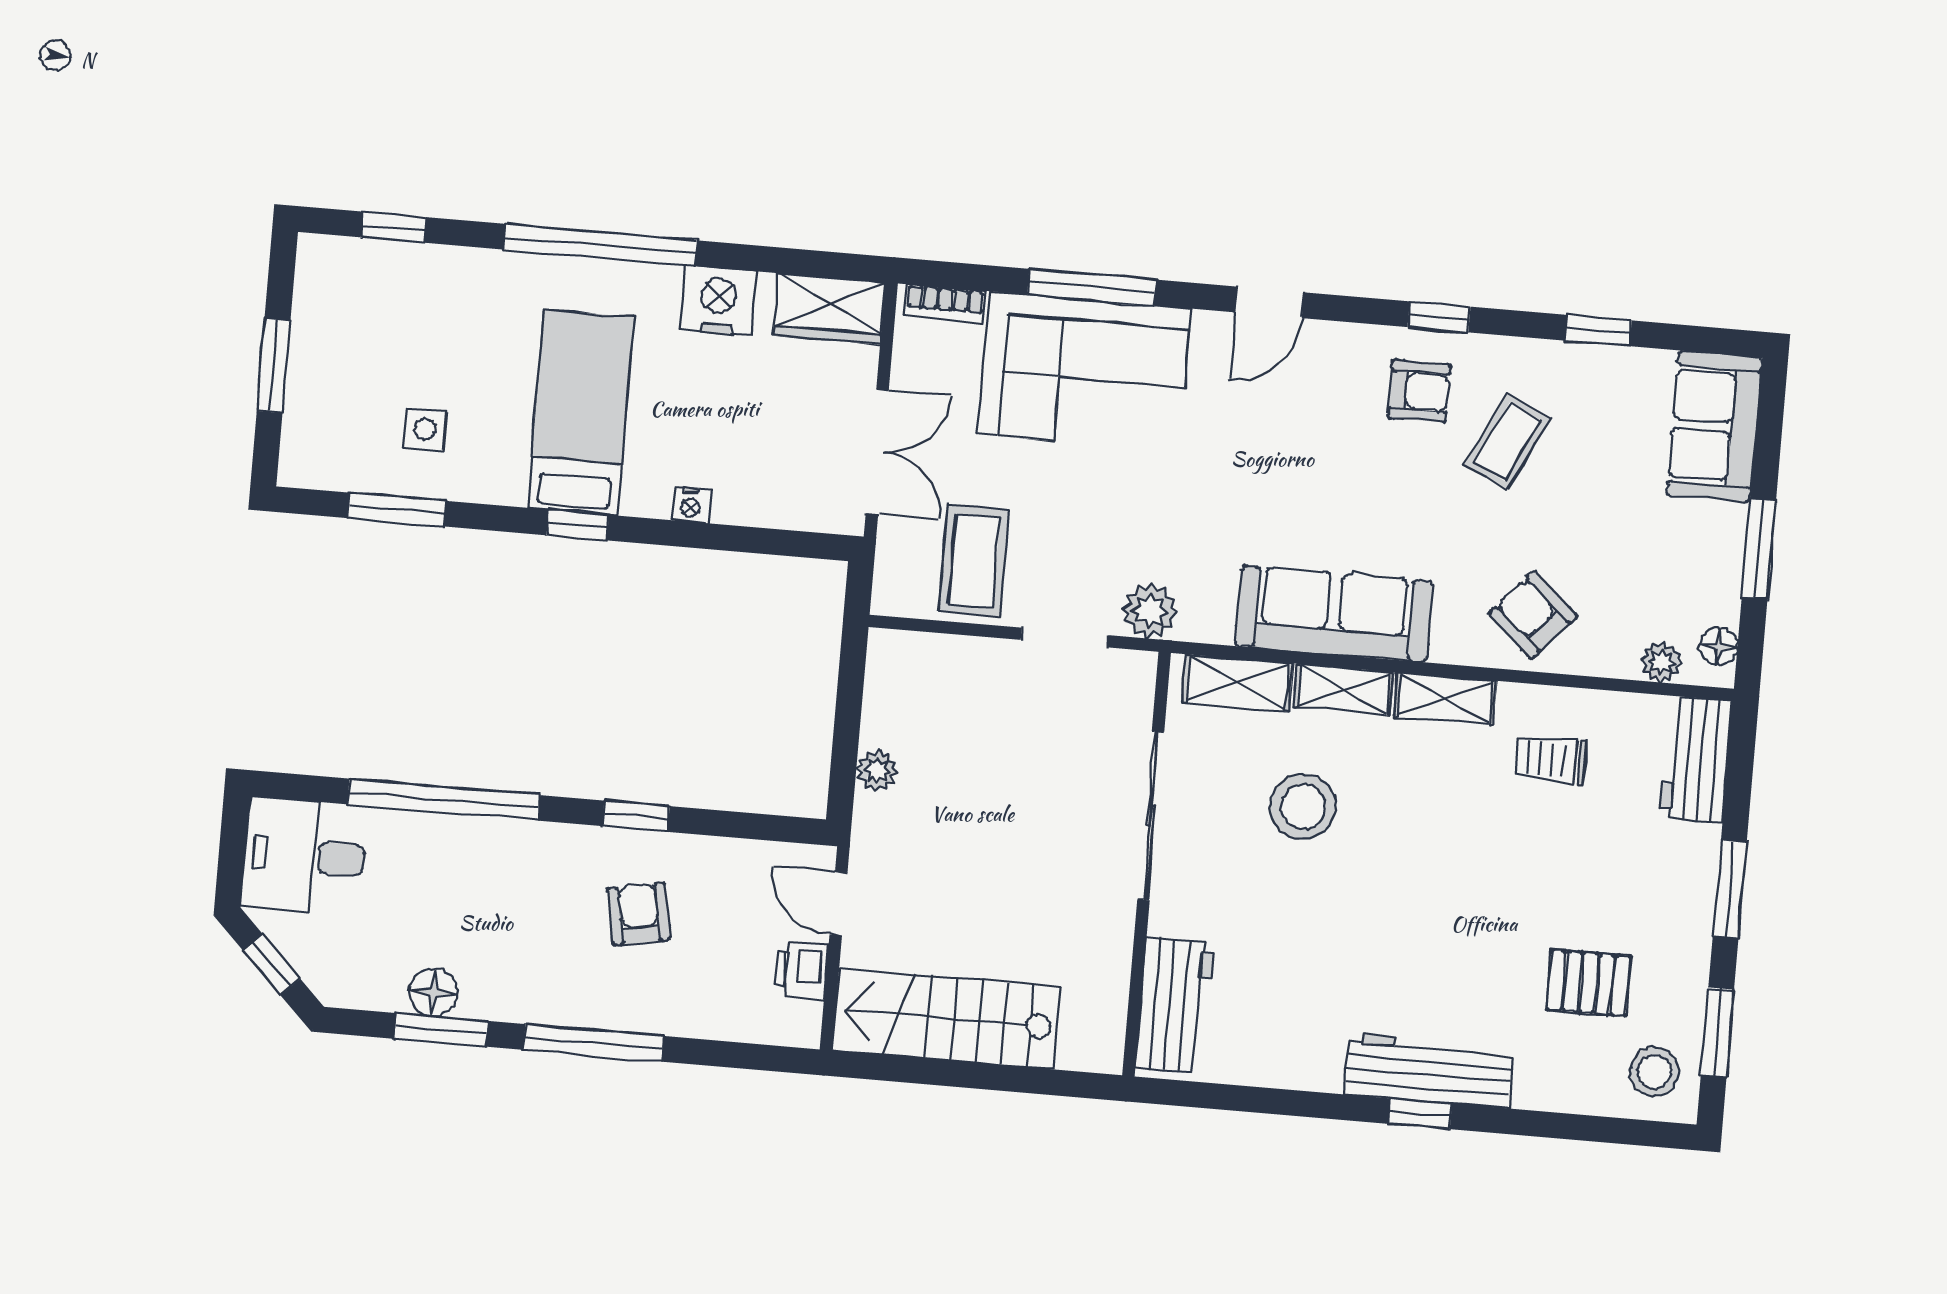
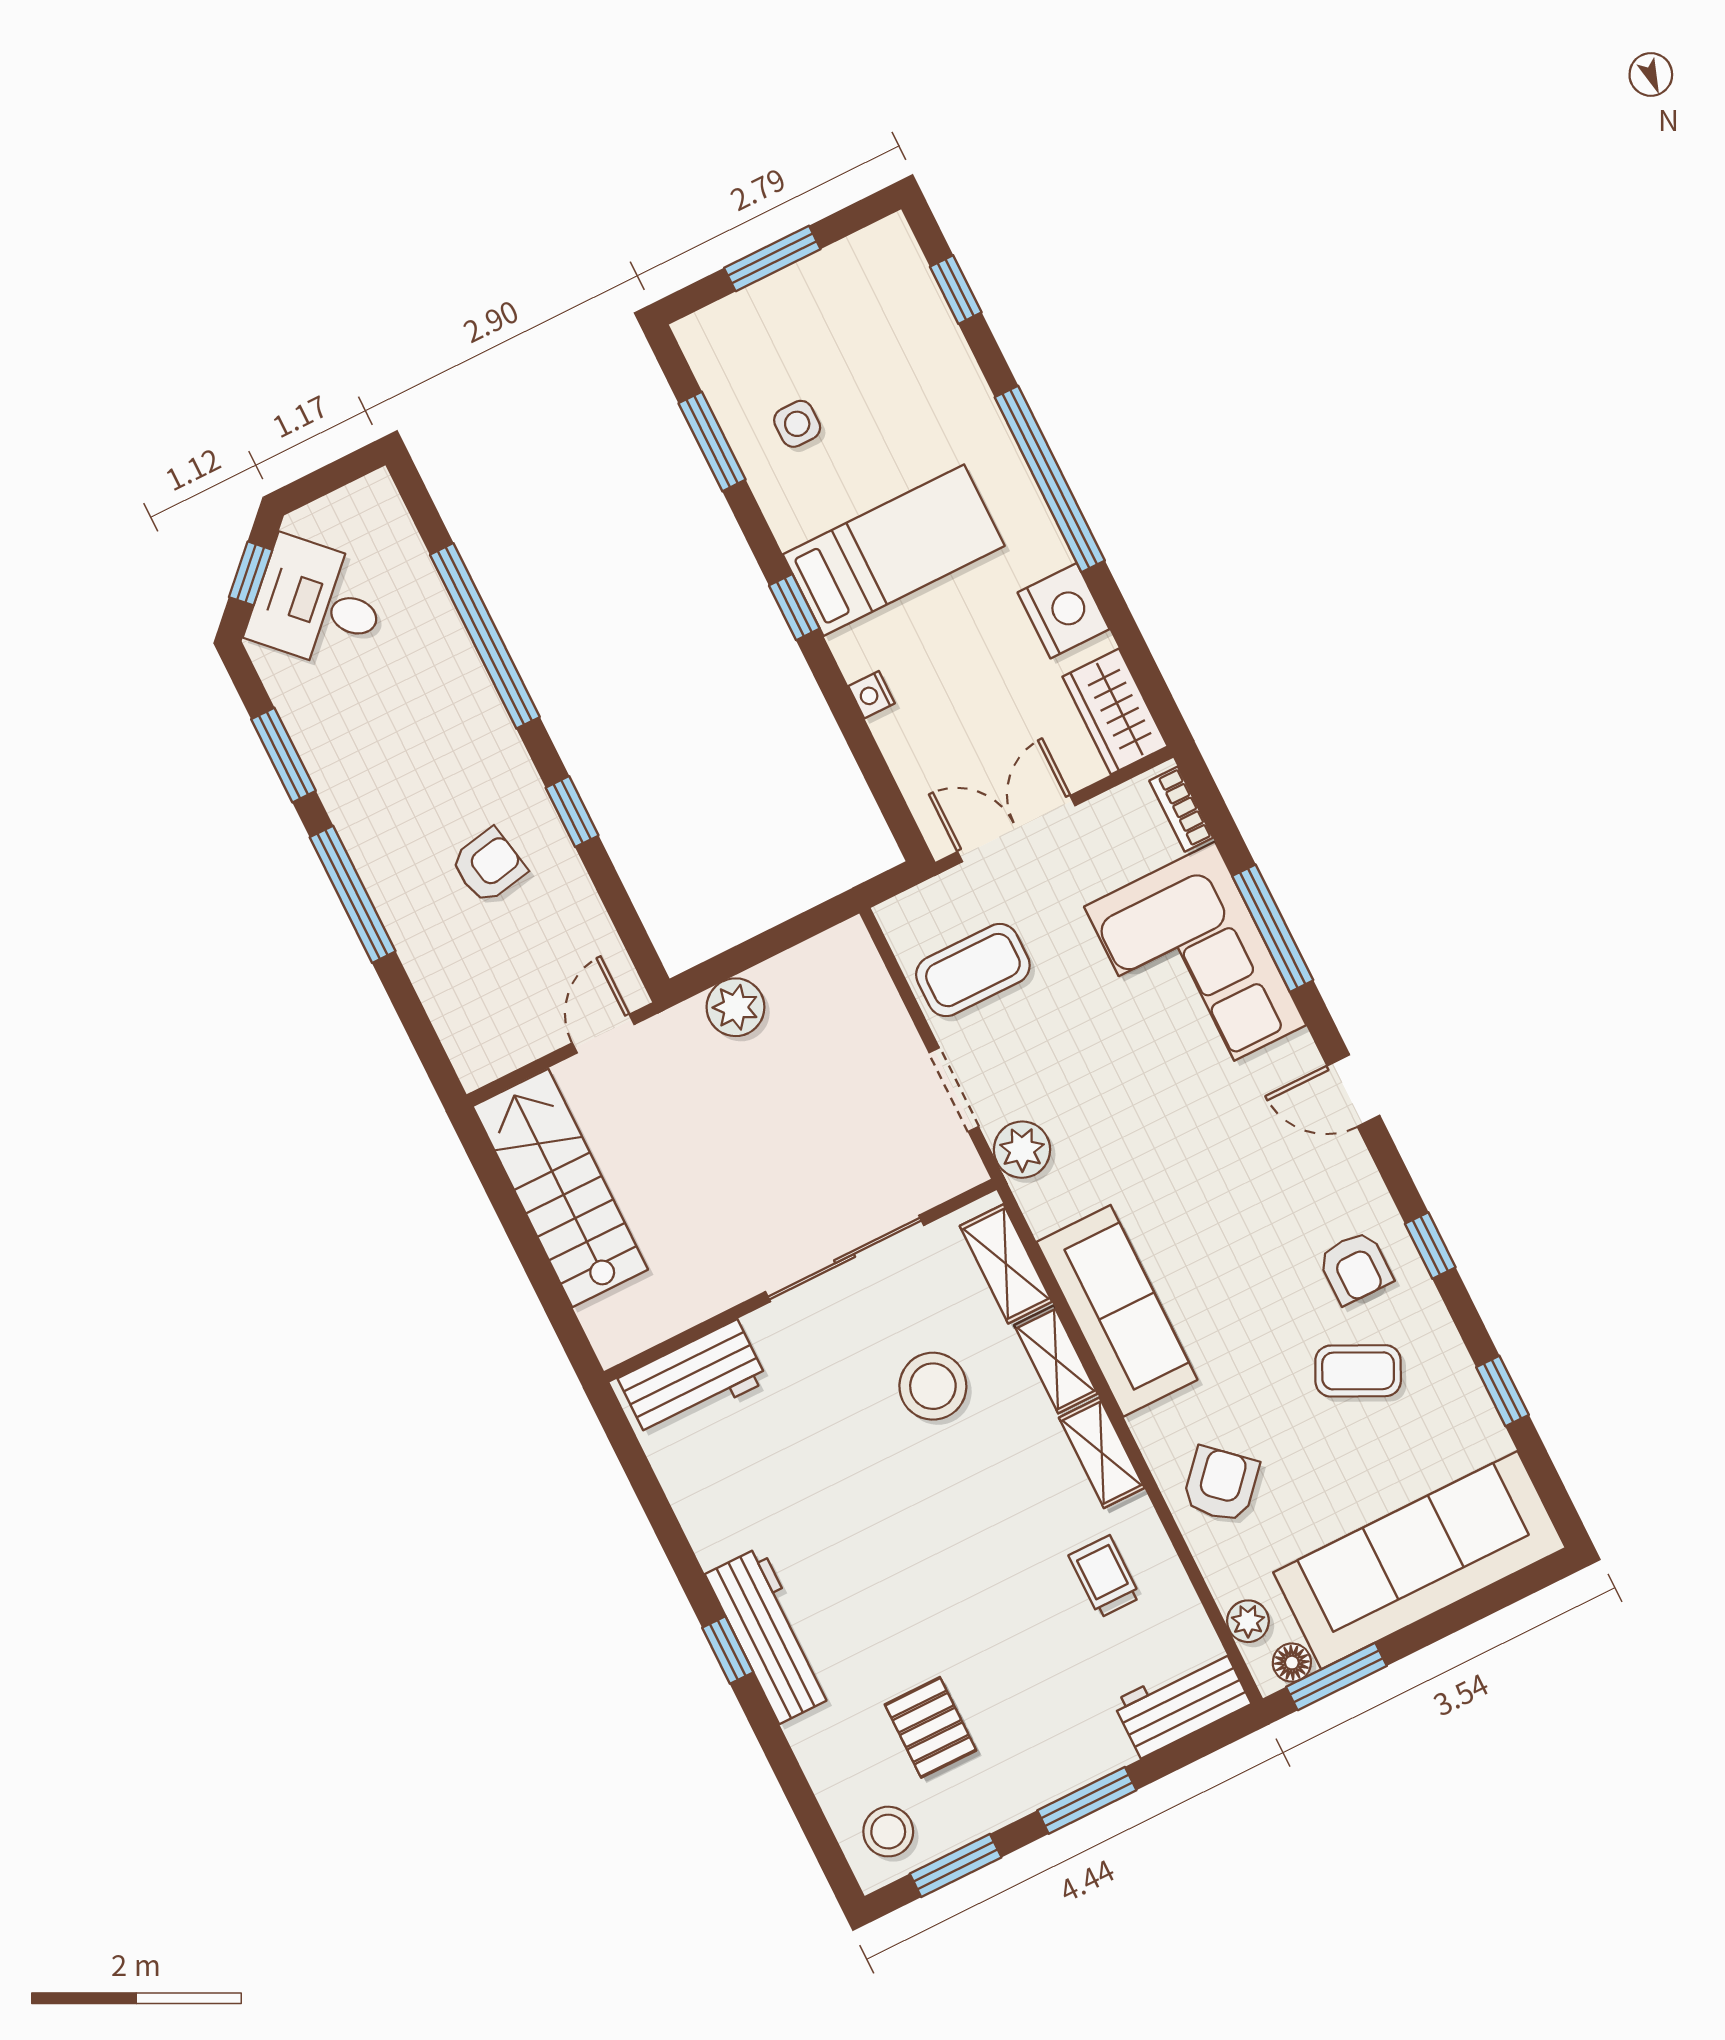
sofa: (1714, 426) -> (1419, 1560), width x1.85, depth x1.27
double door: (877, 452) -> (1016, 829), swing flipped
window: (1759, 549) -> (1336, 1676), moved
plant: (877, 771) -> (735, 1007), width x1.38, depth x1.38
desk: (304, 856) -> (318, 604), moved, turned -45
printer: (801, 971) -> (525, 1037), removed
floor lamp: (433, 992) -> (312, 729), removed

